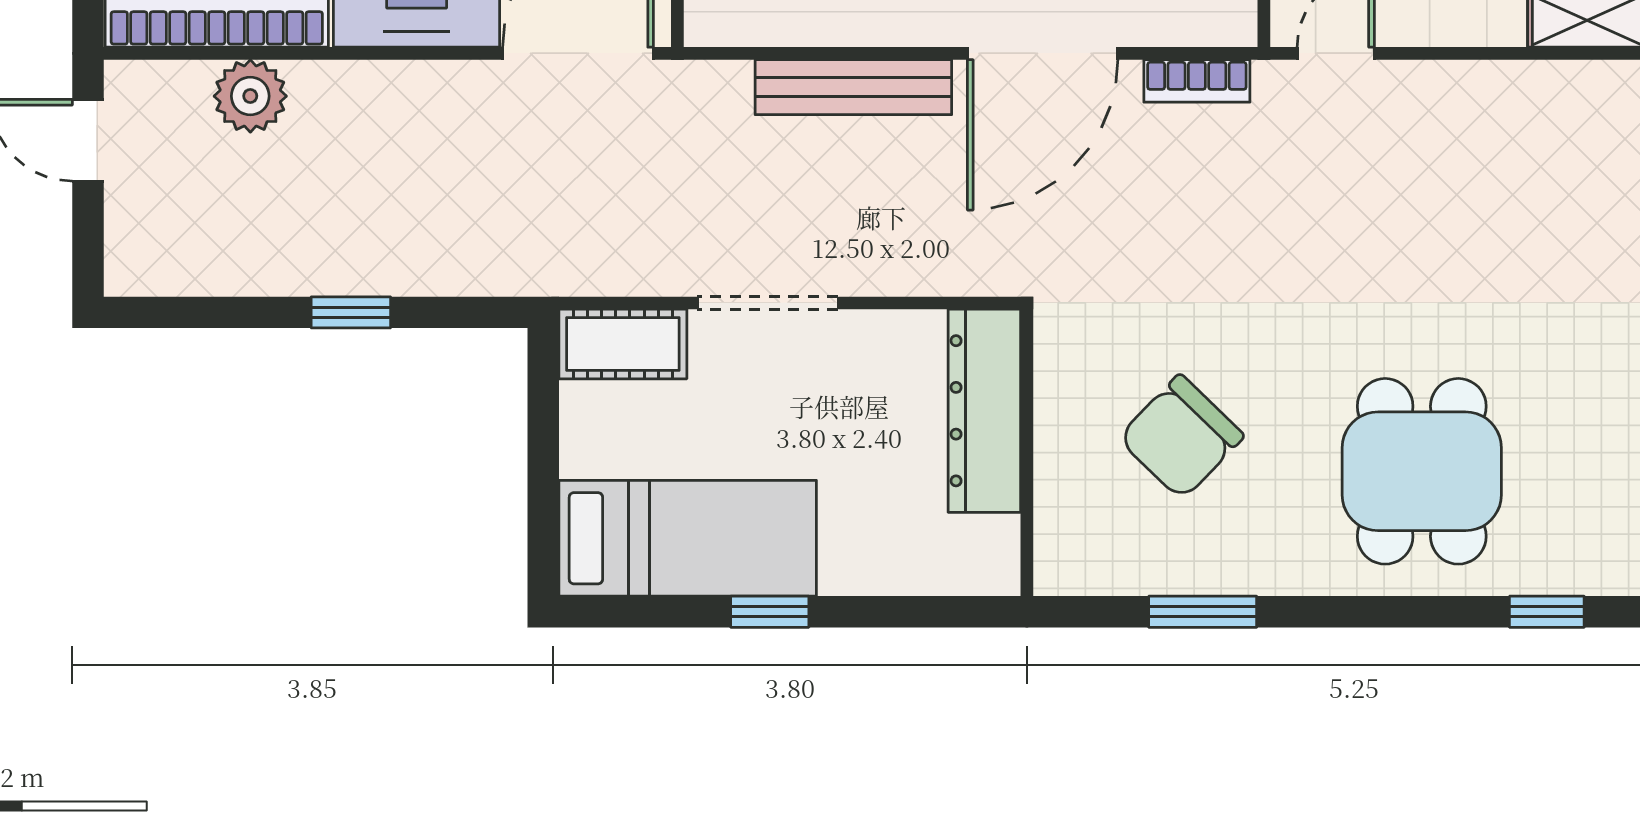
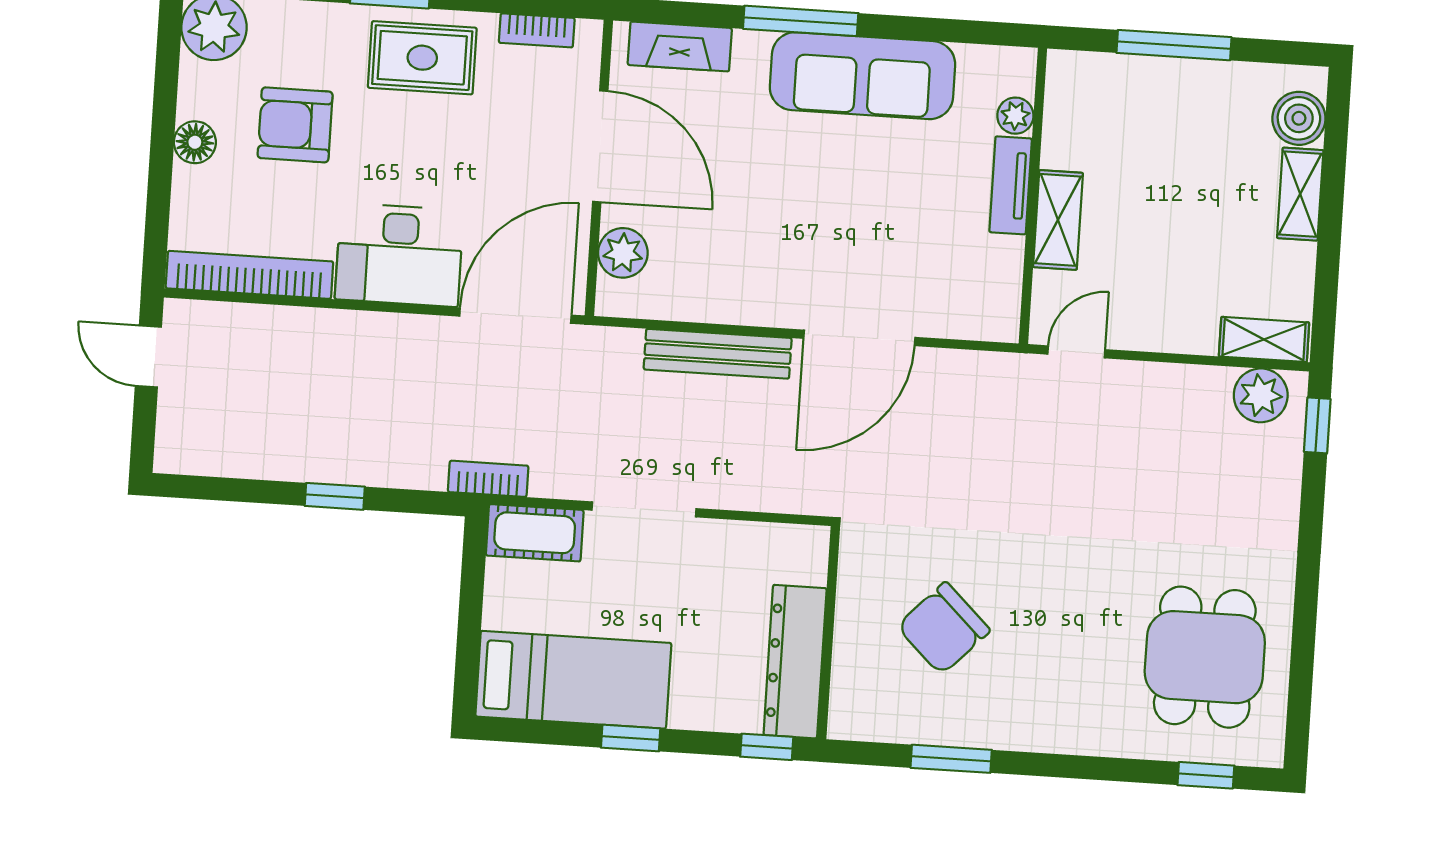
bookcase: (1197, 81) -> (488, 479), moved, turned 180
plant: (250, 96) -> (1261, 395), moved
dresser: (984, 411) -> (795, 662), moved
dining table: (1422, 471) -> (1205, 657), moved
window: (954, 612) -> (767, 747), added

